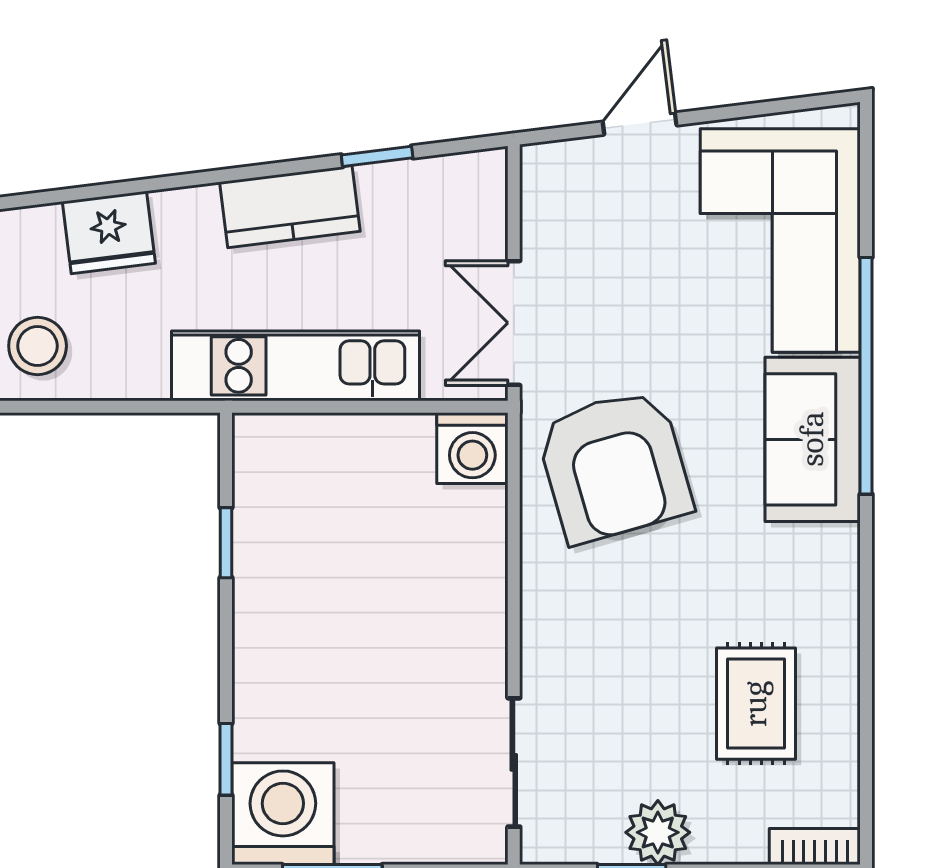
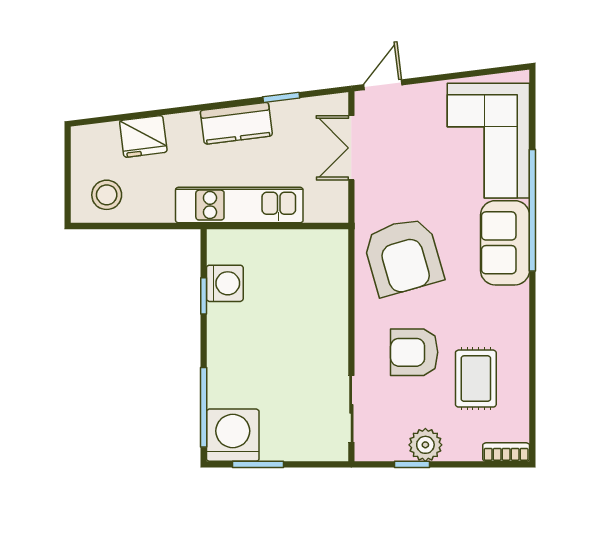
door: (640, 124) -> (383, 85), moved
double door: (514, 323) -> (351, 148), moved
washing machine: (472, 448) -> (225, 283), moved, turned -90
armchair: (636, 652) -> (414, 352), added
window: (226, 759) -> (204, 407), width x2.17

